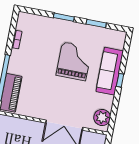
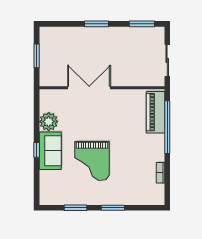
sofa: (110, 71) -> (50, 151), width x0.73
plant: (102, 117) -> (49, 122), moved

